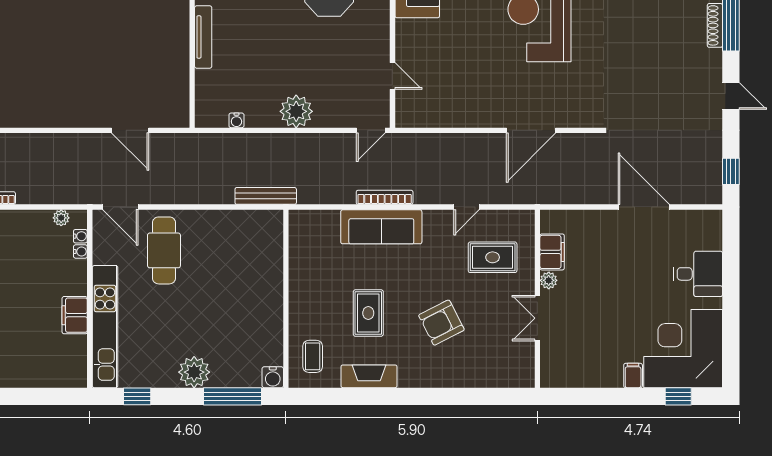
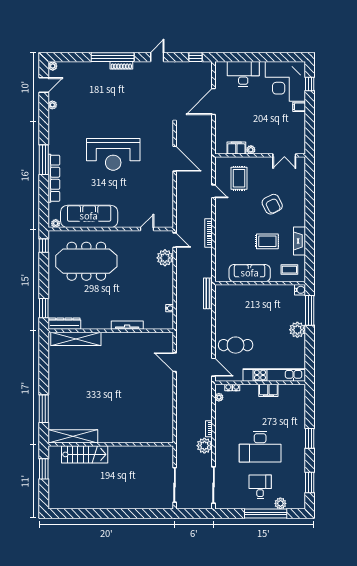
plant: (296, 111) -> (165, 258), moved
door: (130, 130) -> (175, 362), swing flipped
door: (120, 207) -> (214, 367), hinge flipped
sofa: (381, 227) -> (250, 273), moved, turned -90
desk: (698, 274) -> (243, 74), width x1.37
double door: (537, 318) -> (284, 155), moved
window: (137, 396) -> (310, 359), removed

